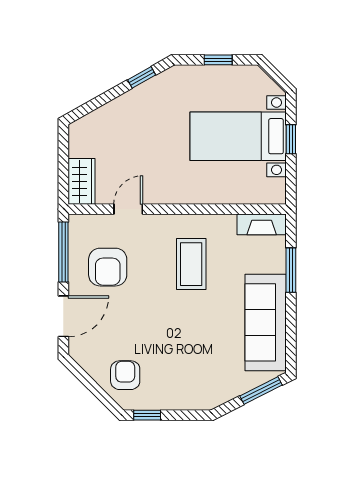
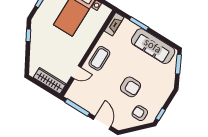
wardrobe: (82, 181) -> (50, 81), width x1.50
door: (128, 209) -> (76, 72), swing flipped
coffee table: (191, 264) -> (99, 58), moved, turned 90
armchair: (108, 267) -> (131, 87), moved

